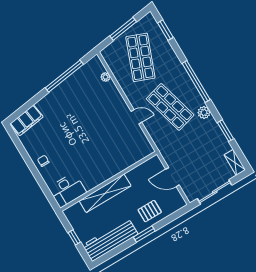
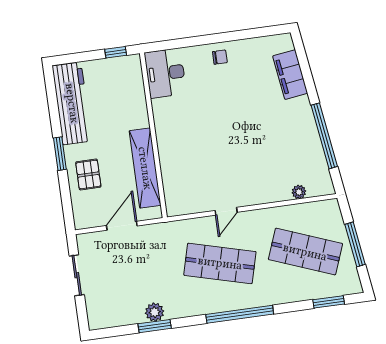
shop shelf: (170, 107) -> (220, 263), turned 30
plant: (204, 113) -> (155, 312), moved
filing cabinet: (27, 120) -> (290, 75), moved
shelving: (235, 162) -> (106, 320), removed
sliding door: (215, 192) -> (77, 275), width x0.73
shelving: (105, 193) -> (145, 168), moved
window: (74, 237) -> (116, 52), moved

